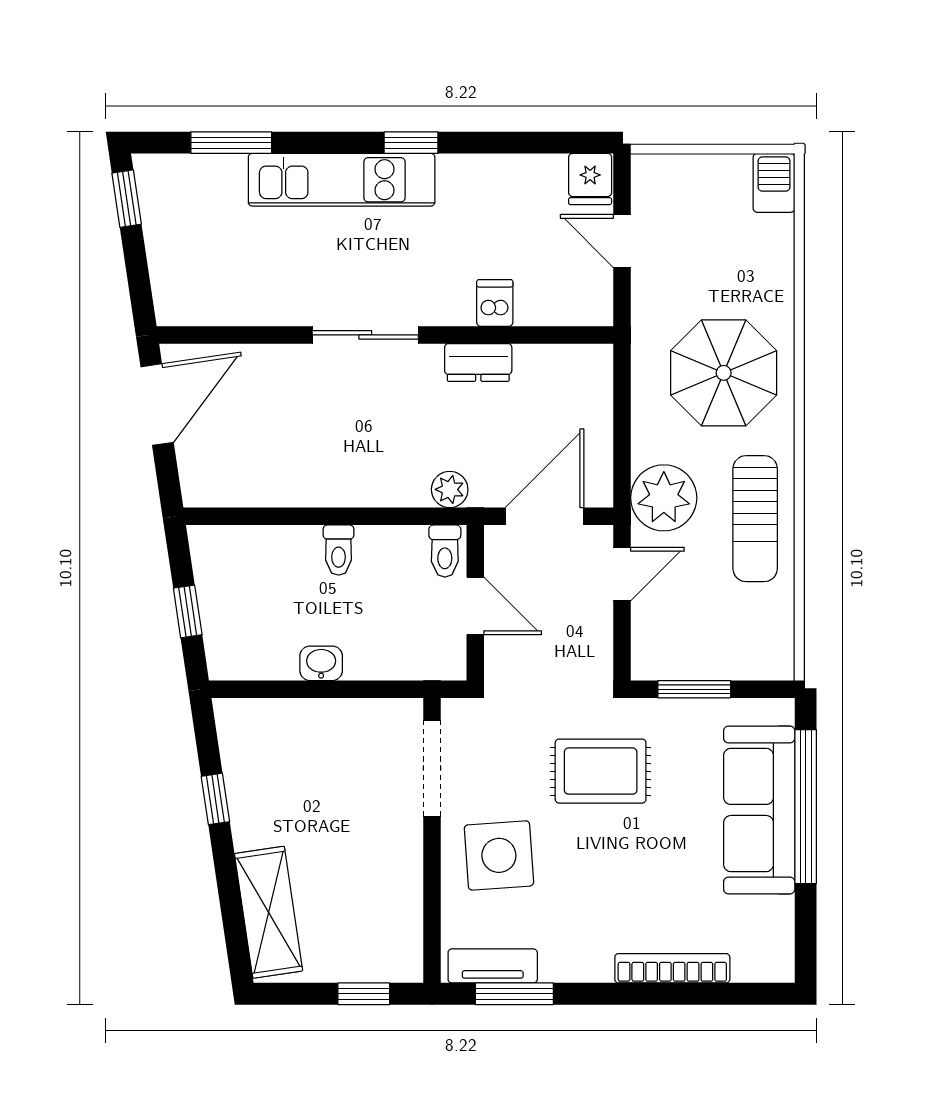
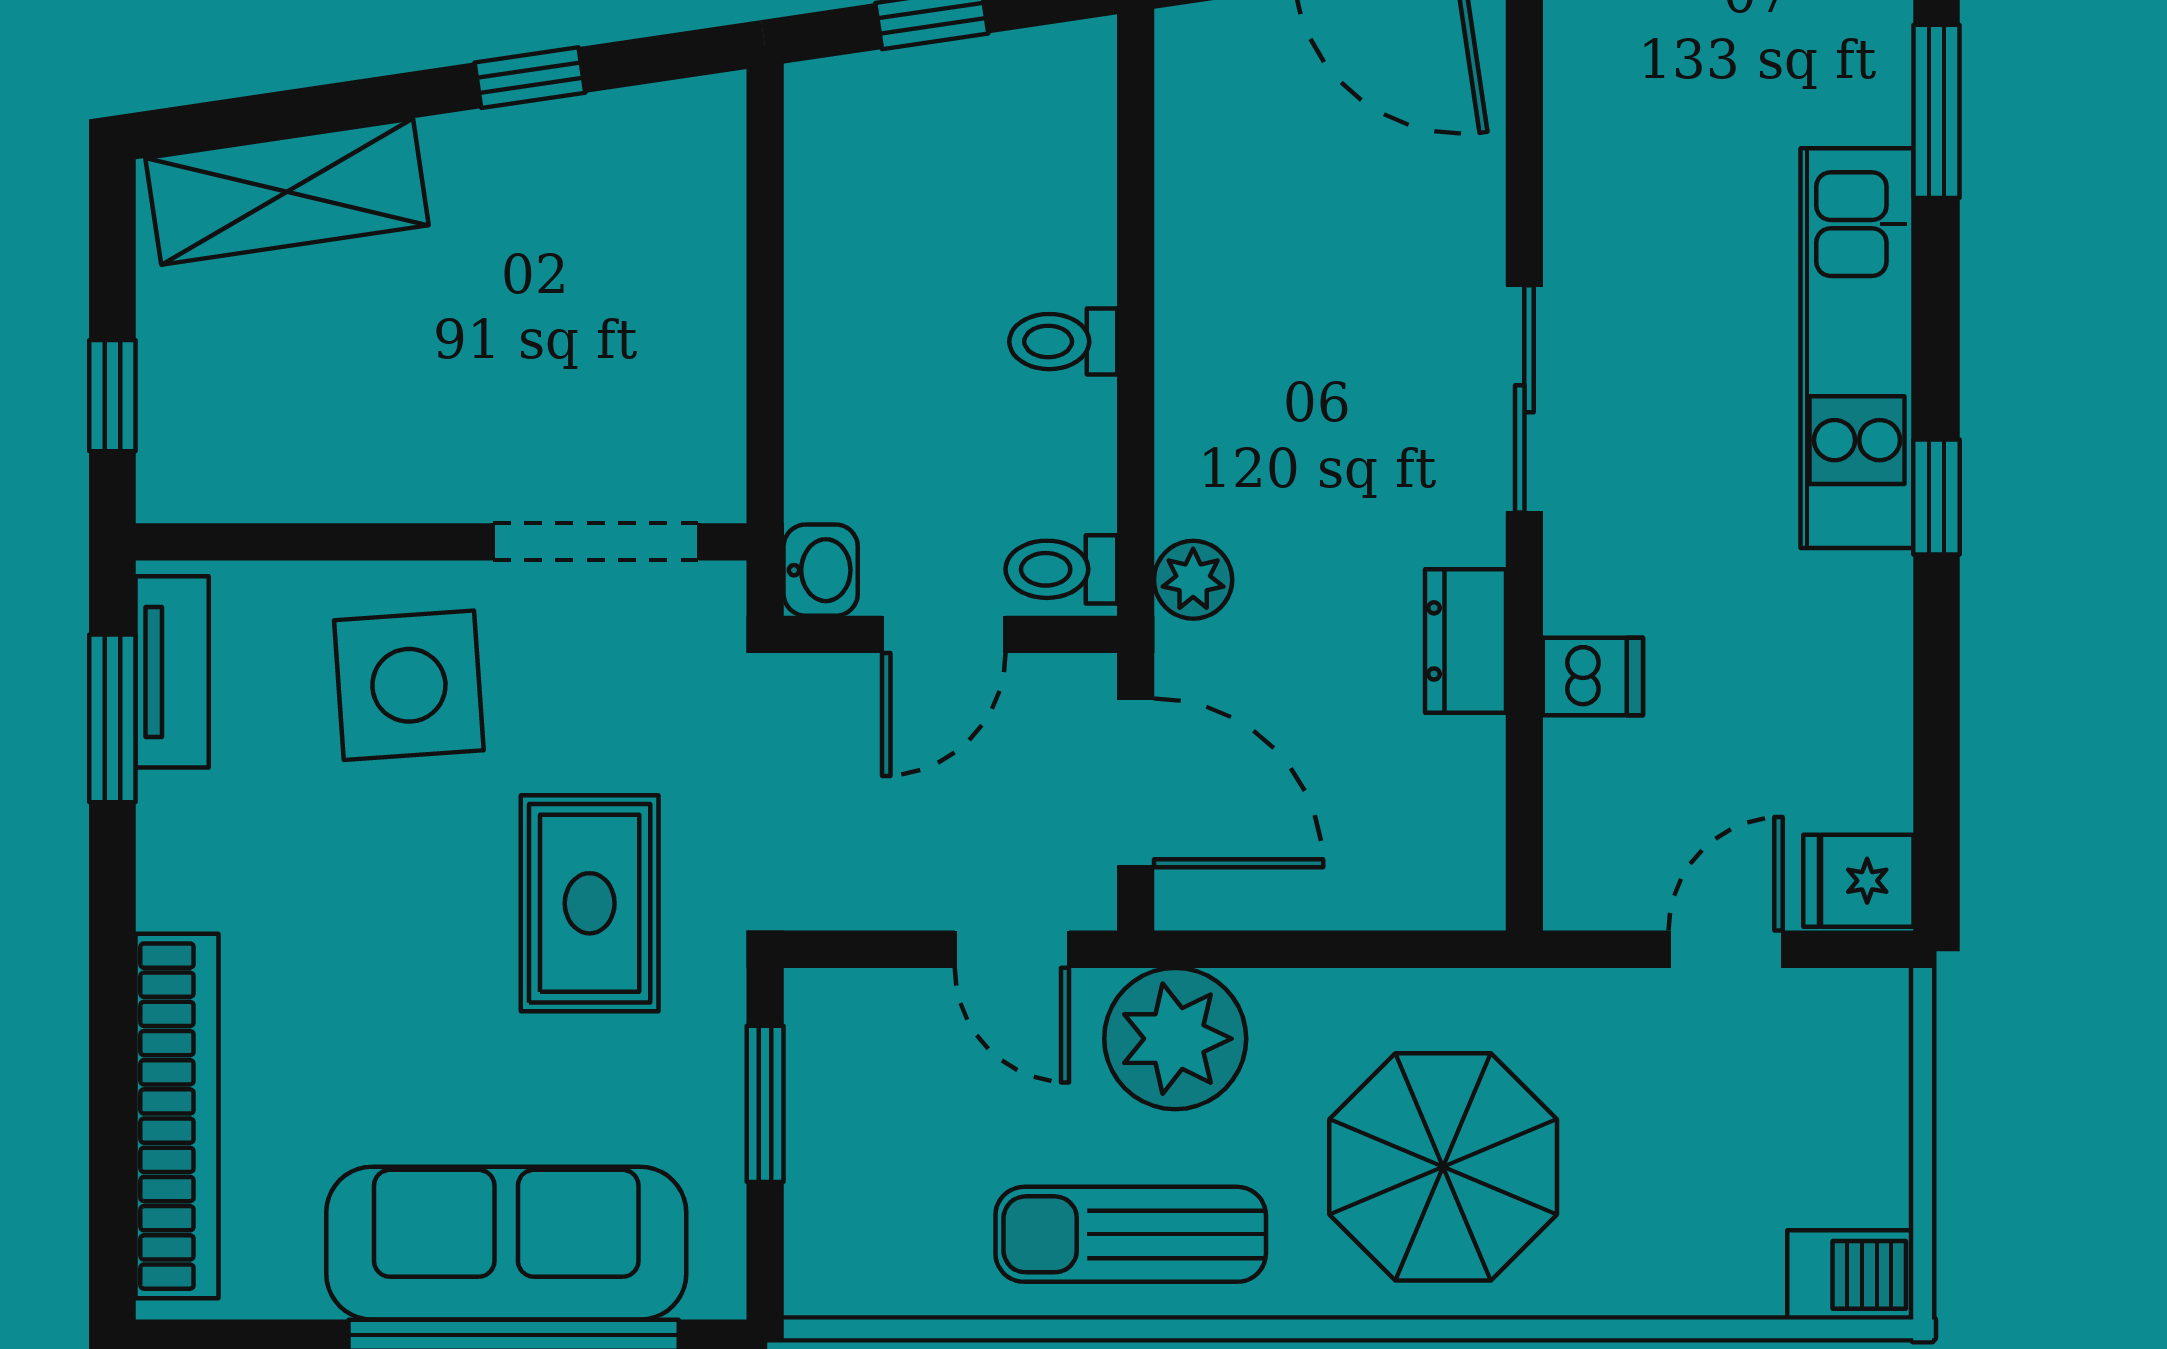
washbasin: (321, 663) -> (821, 570), moved
bookcase: (672, 968) -> (177, 1116), width x1.48, depth x1.31

